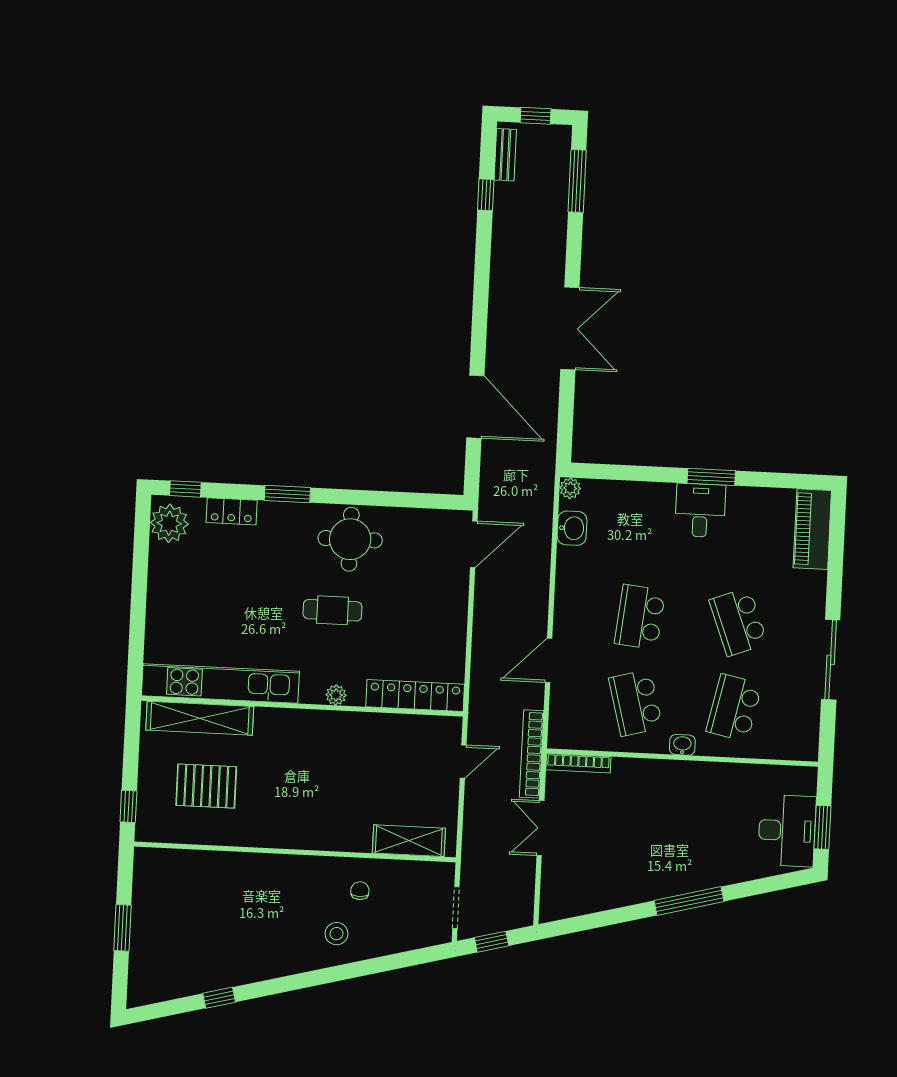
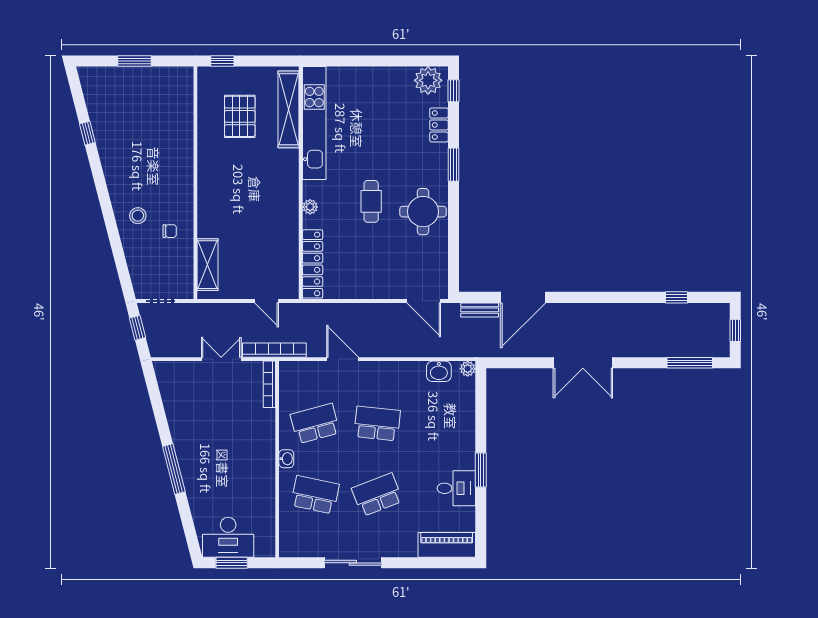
bench: (505, 155) -> (480, 310), moved
desk: (700, 510) -> (456, 488), moved

